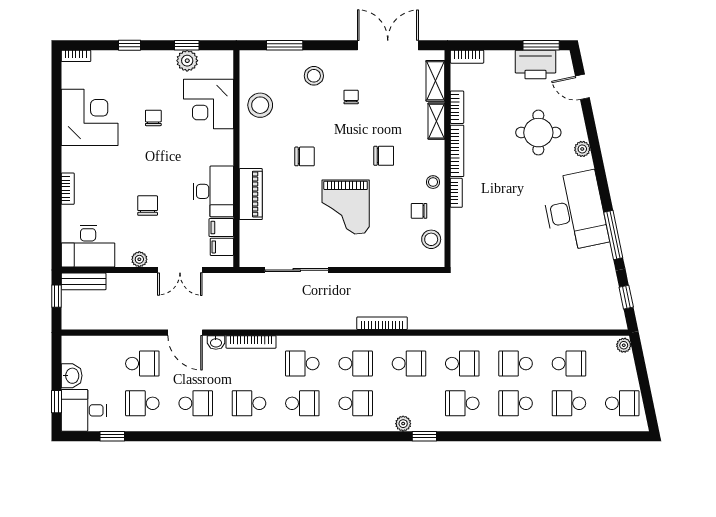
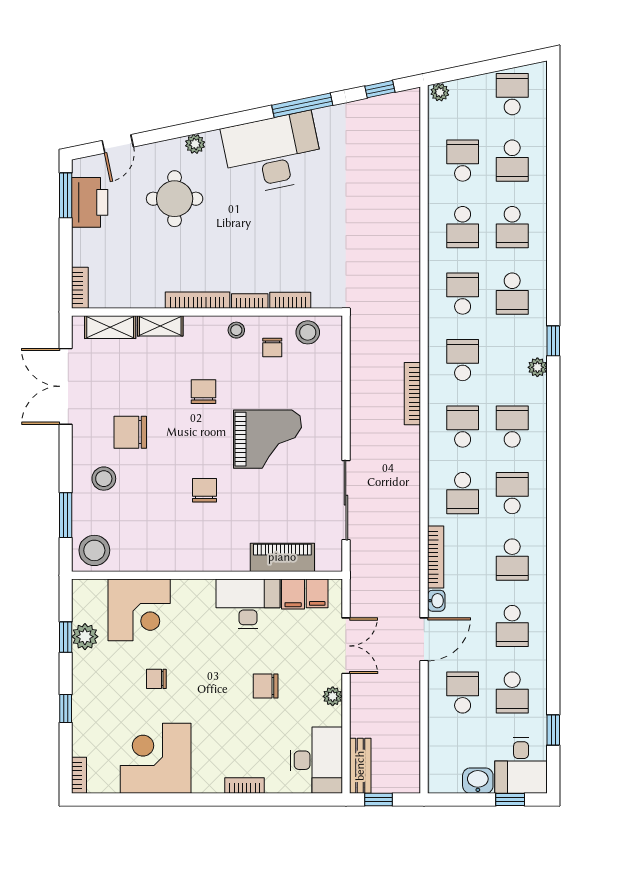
chair: (351, 97) -> (130, 432), width x1.87, depth x1.87
stool: (260, 105) -> (94, 550), moved
bookcase: (457, 107) -> (290, 300), moved
piano: (251, 194) -> (282, 557), moved
school desk: (196, 403) -> (512, 626), turned 180

